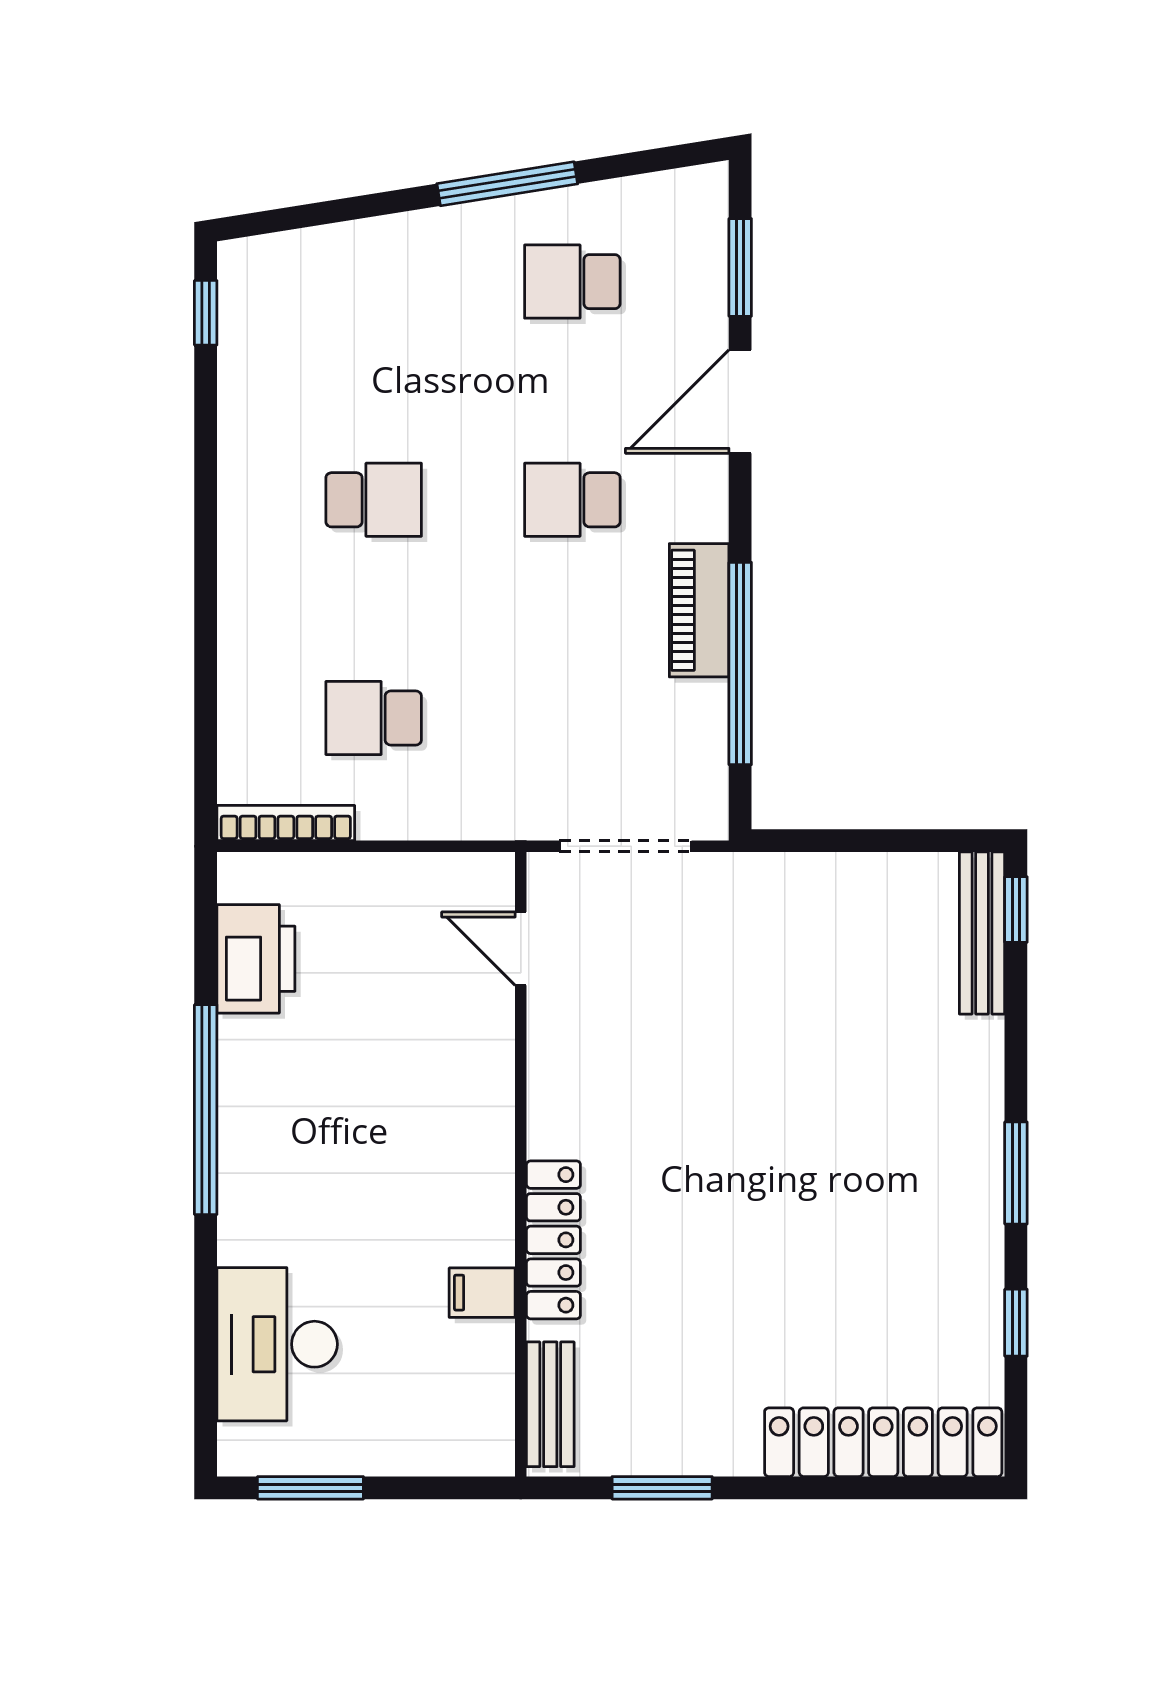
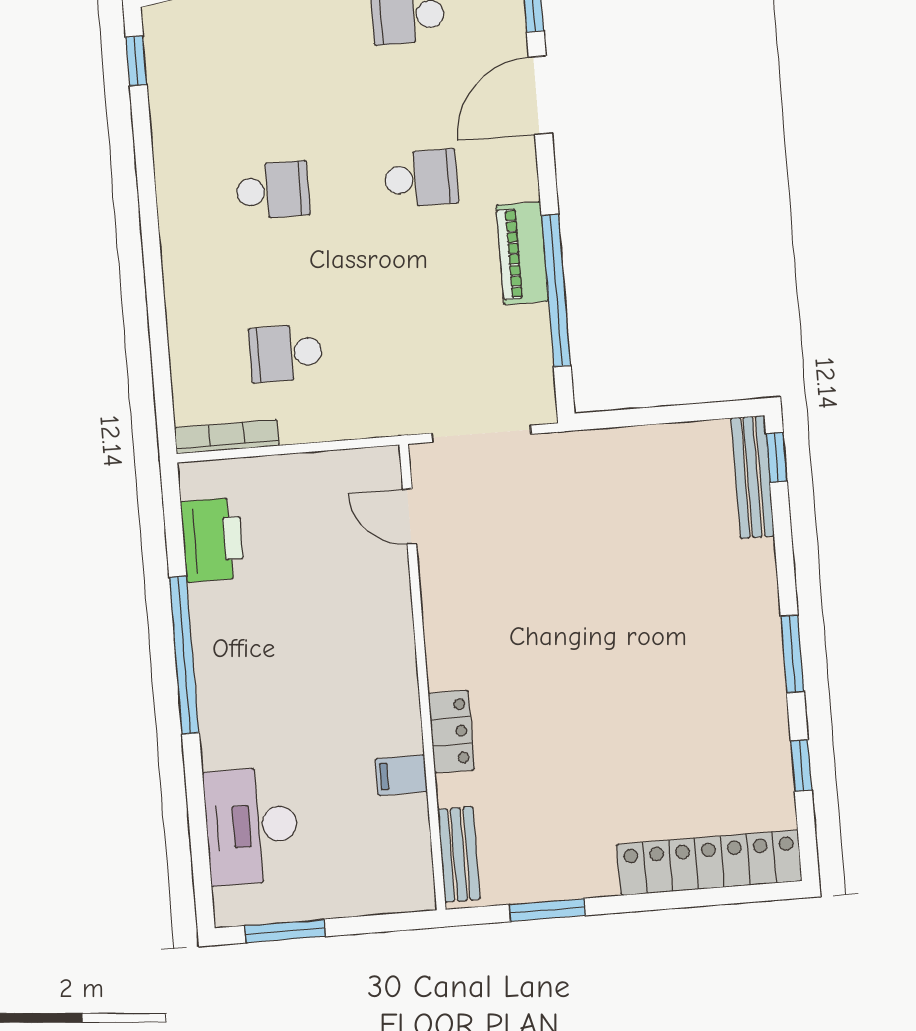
school desk: (572, 500) -> (421, 178), turned 180
locker: (553, 1240) -> (451, 732), width x0.66

